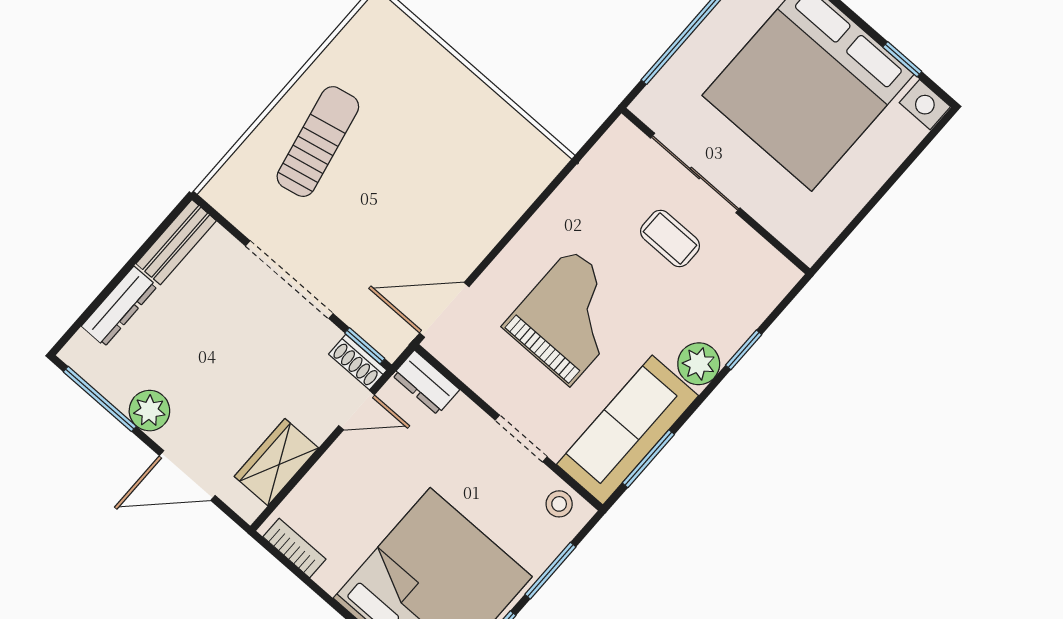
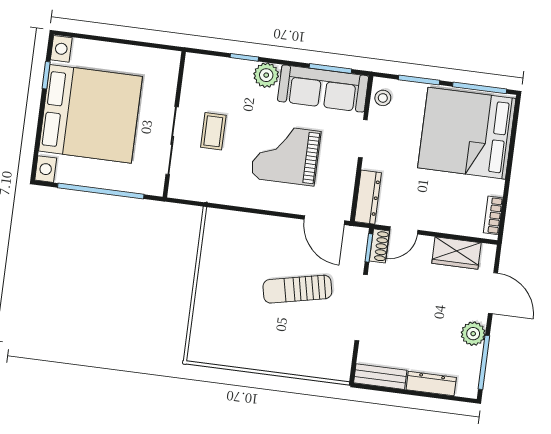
sun lounger: (318, 142) -> (297, 289), moved
dresser: (426, 383) -> (368, 197), width x1.44
door: (357, 410) -> (404, 230), swing flipped

